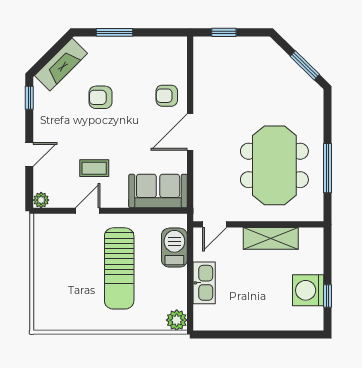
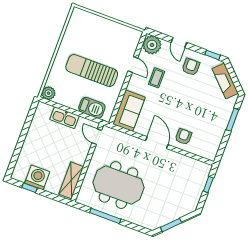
armchair: (101, 97) -> (191, 67), moved
plant: (41, 200) -> (152, 45), width x1.87, depth x1.87
shelving: (271, 238) -> (71, 180), moved

